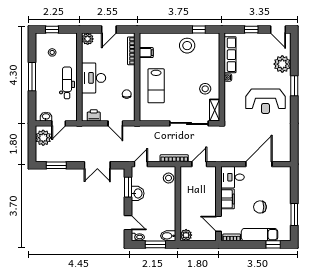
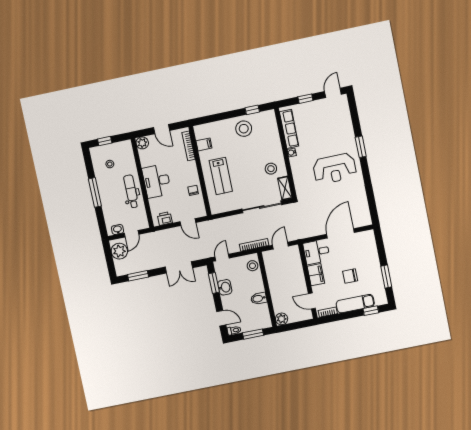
door: (109, 30) -> (162, 129), hinge flipped
door: (278, 30) -> (333, 93), swing flipped
plant: (282, 64) -> (344, 127), removed
bidet: (168, 236) -> (259, 298), moved

